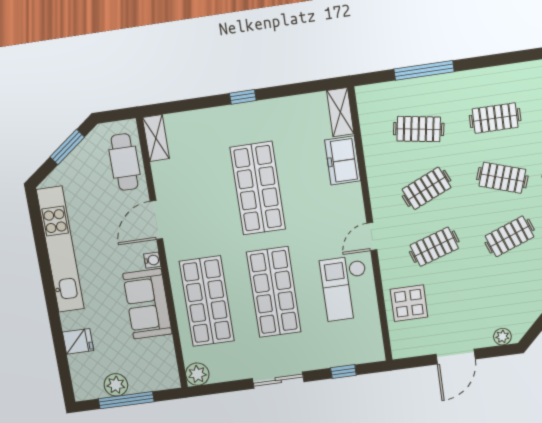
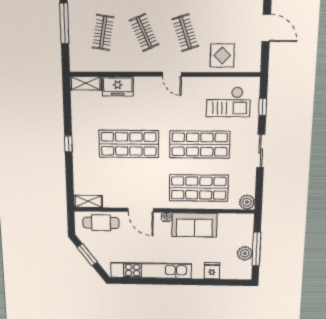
checkout: (346, 288) -> (228, 102), moved

